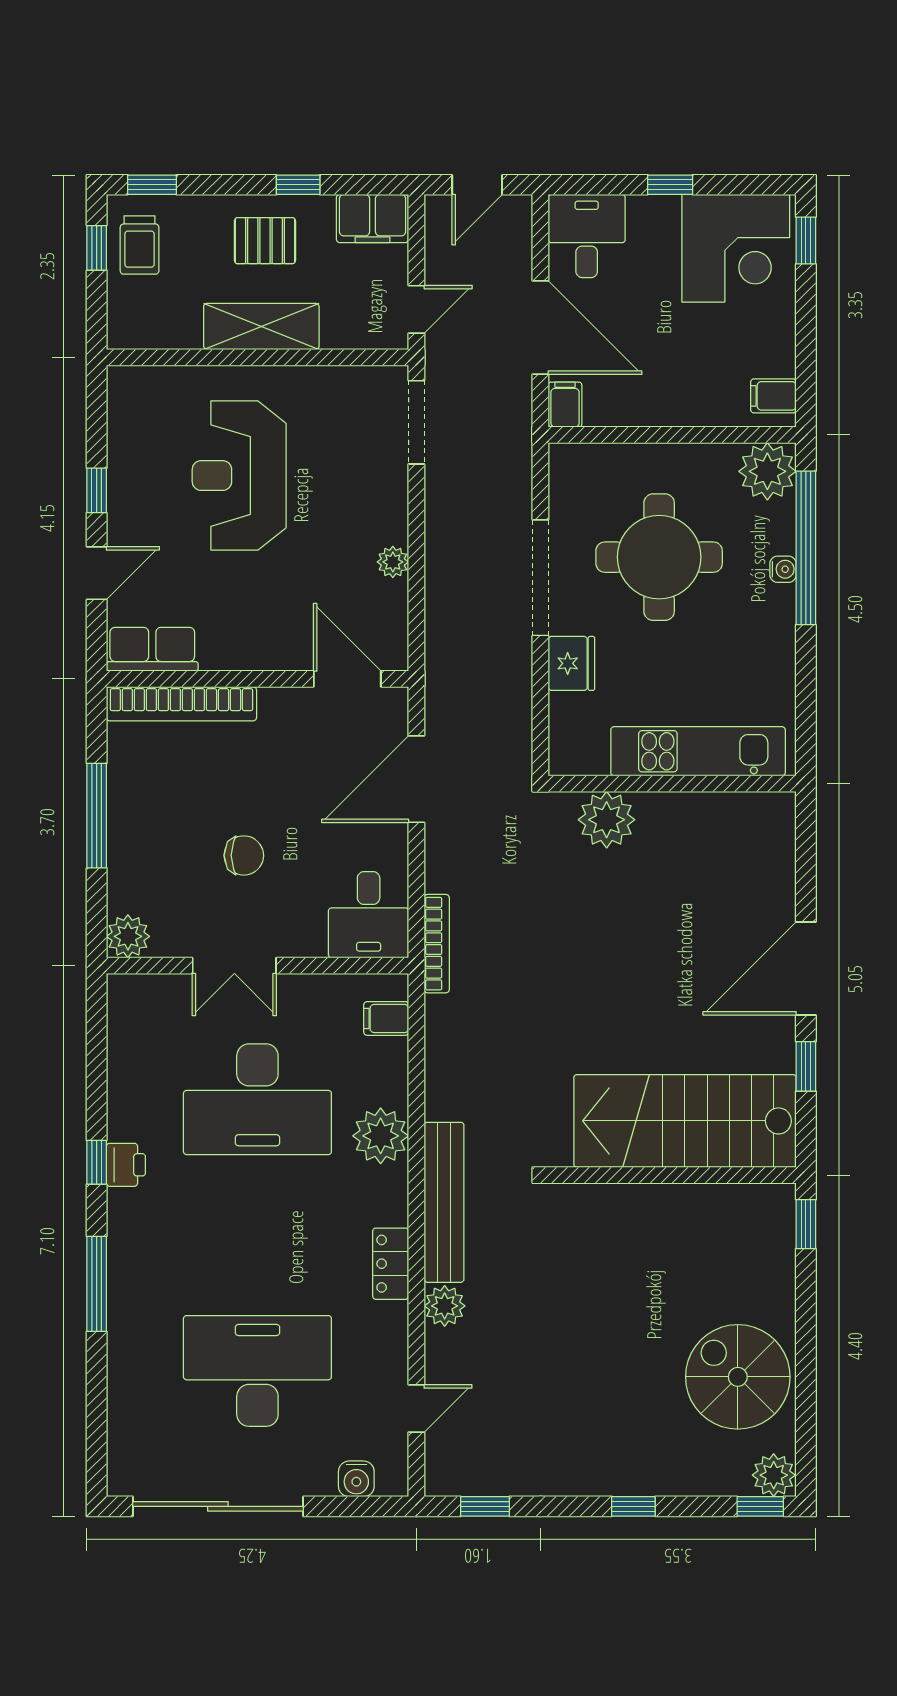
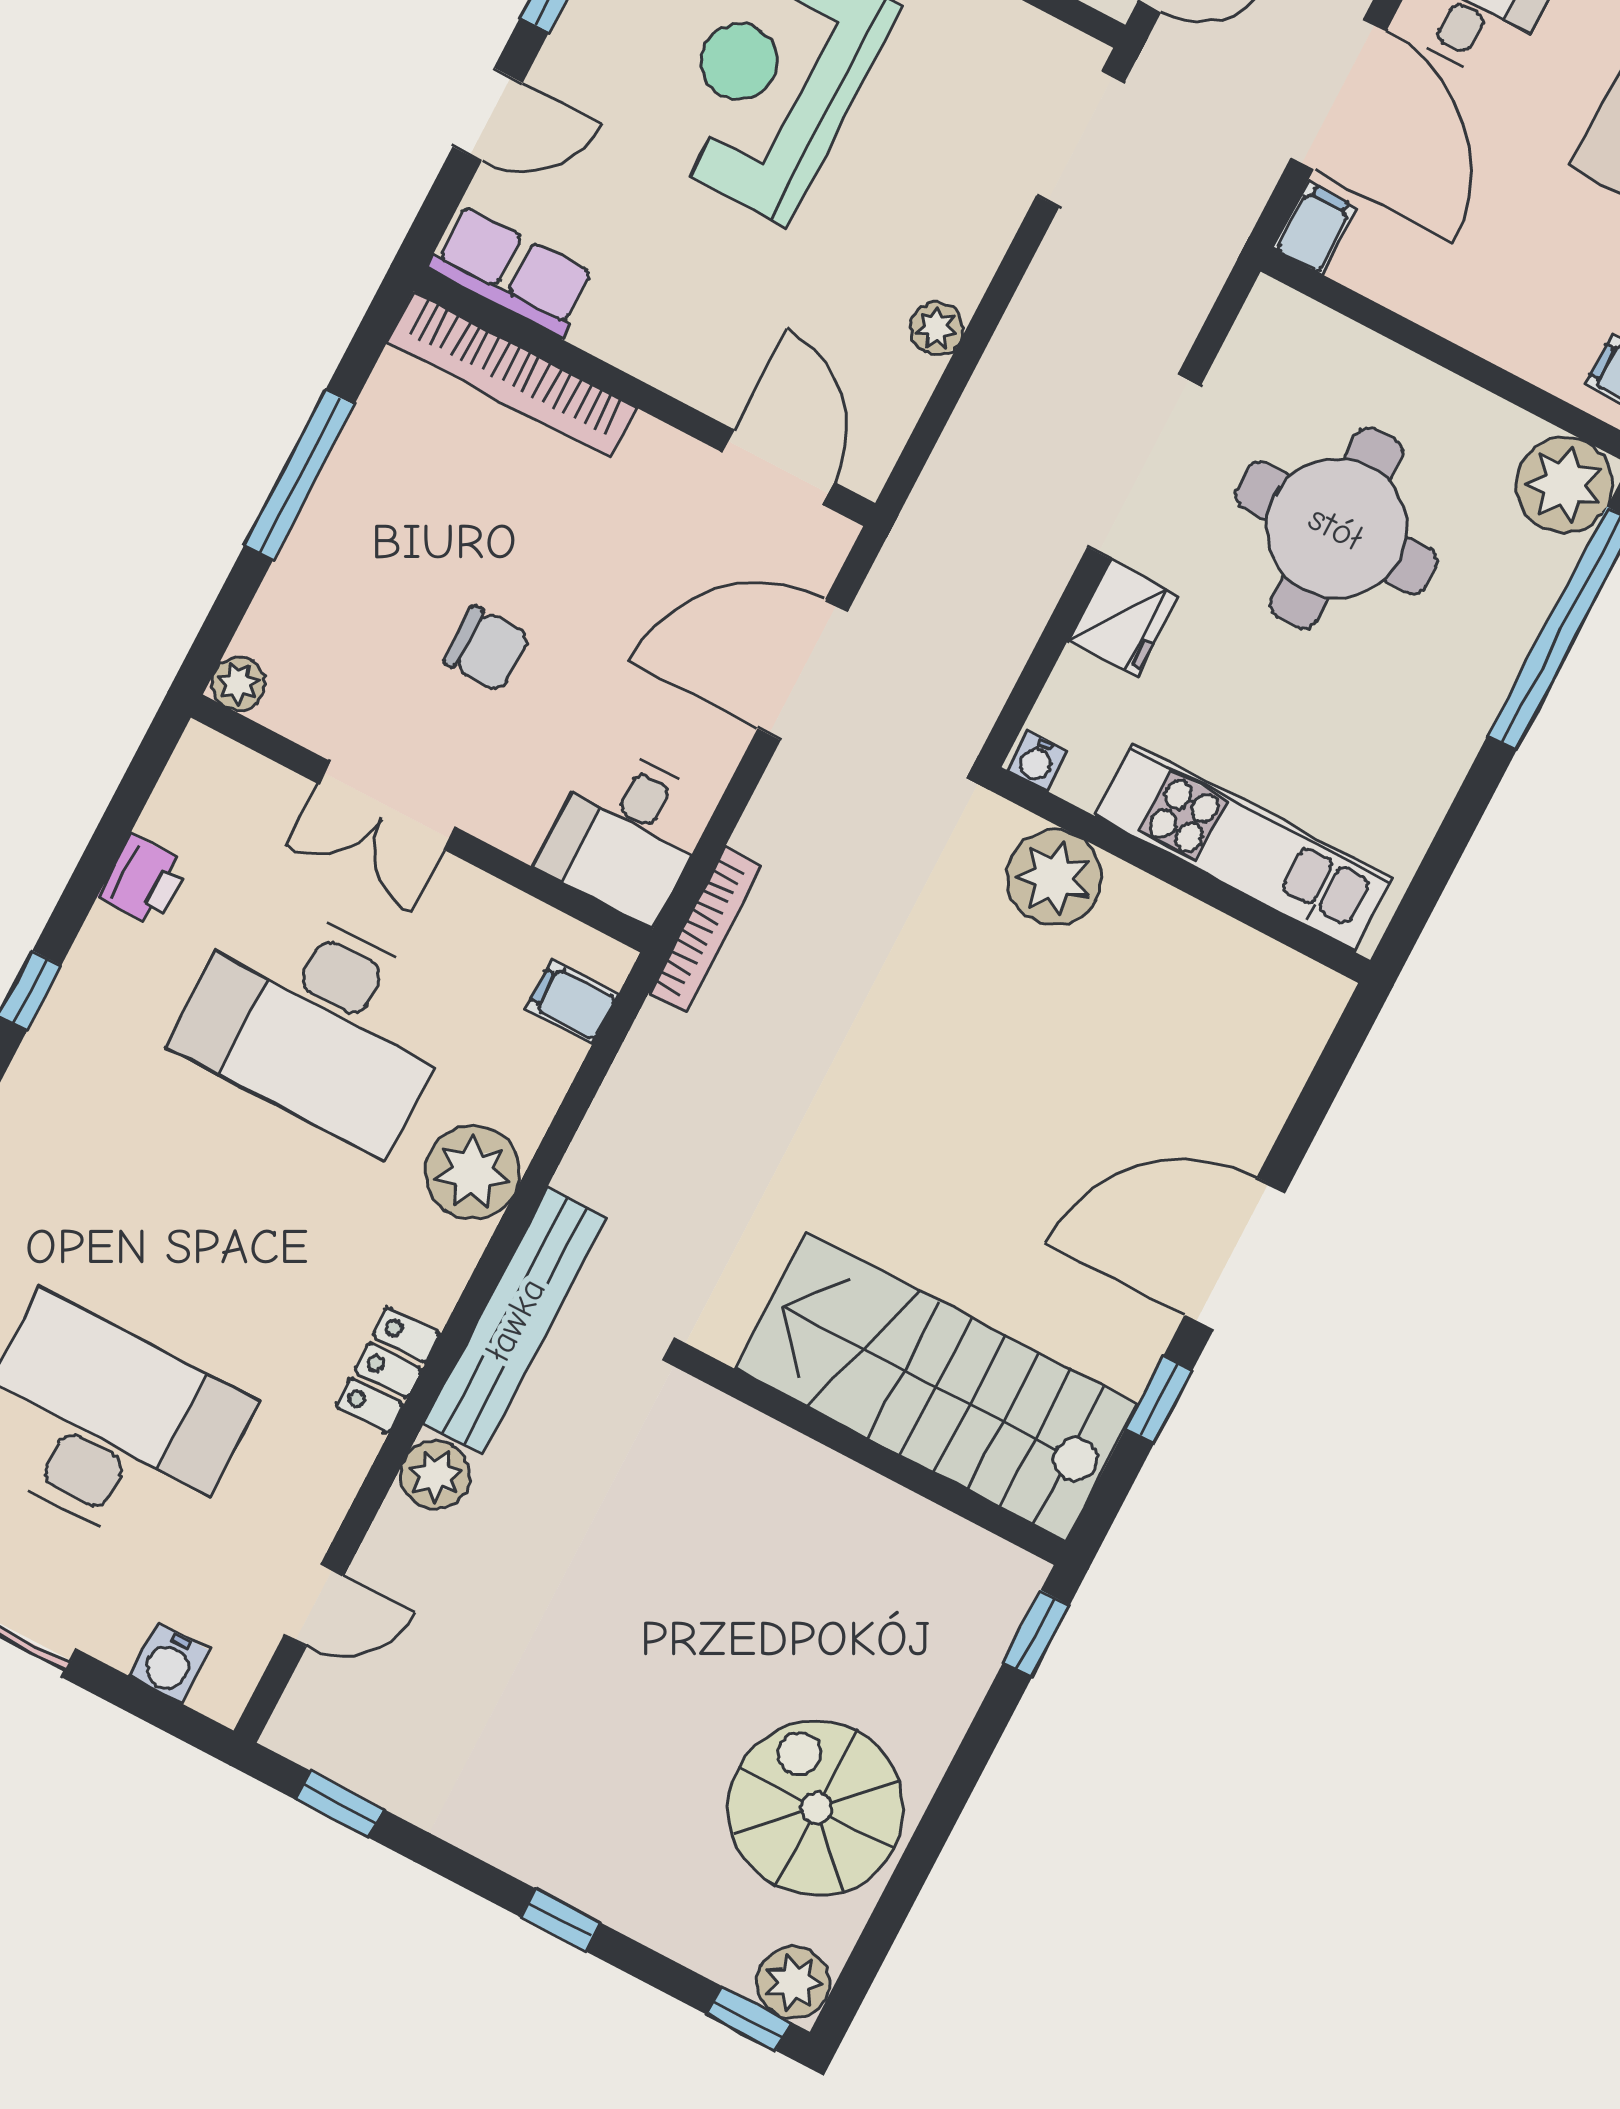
water cooler: (783, 569) -> (1037, 761), moved, turned 90
plant: (128, 936) -> (238, 683), width x0.73, depth x0.73
printer: (126, 1165) -> (143, 880), moved

